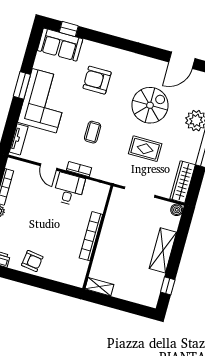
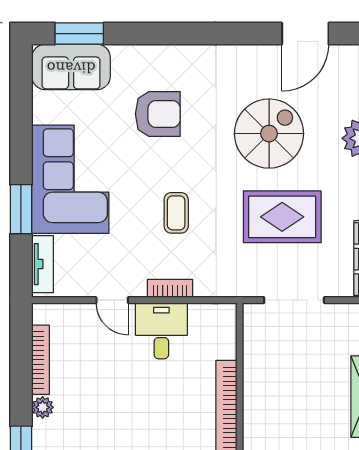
window: (69, 29) -> (79, 34), width x1.50
armchair: (97, 80) -> (158, 114), turned 180
window: (22, 85) -> (21, 209), moved
rug: (145, 149) -> (282, 217), width x1.36, depth x1.43

